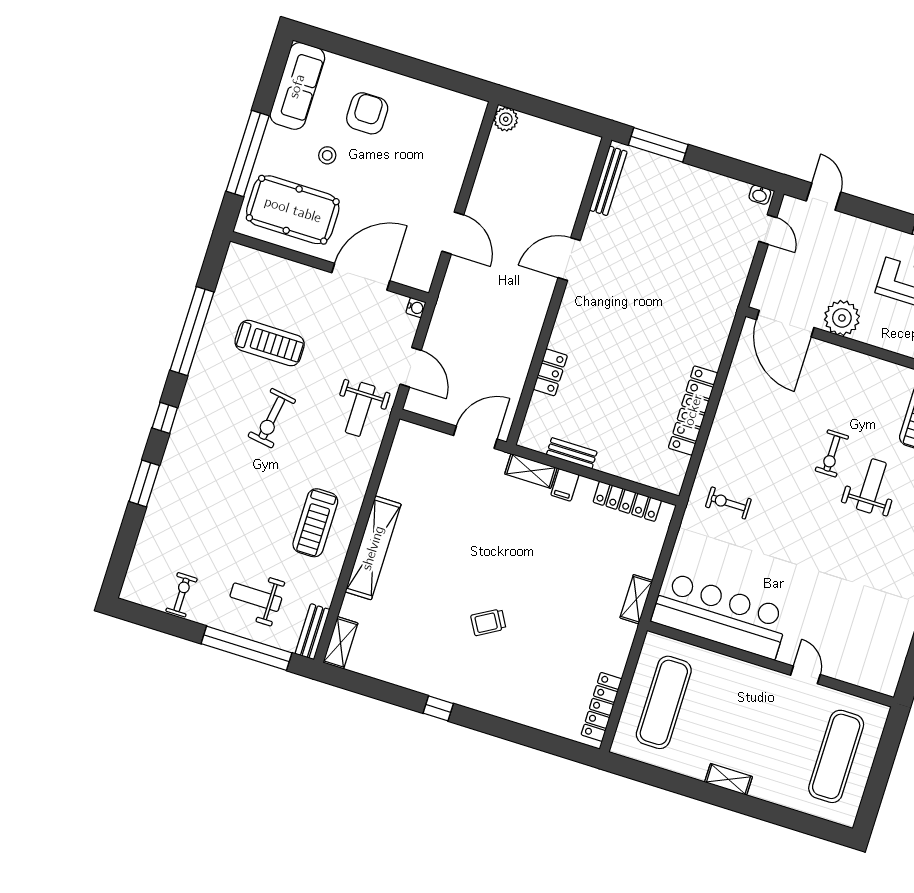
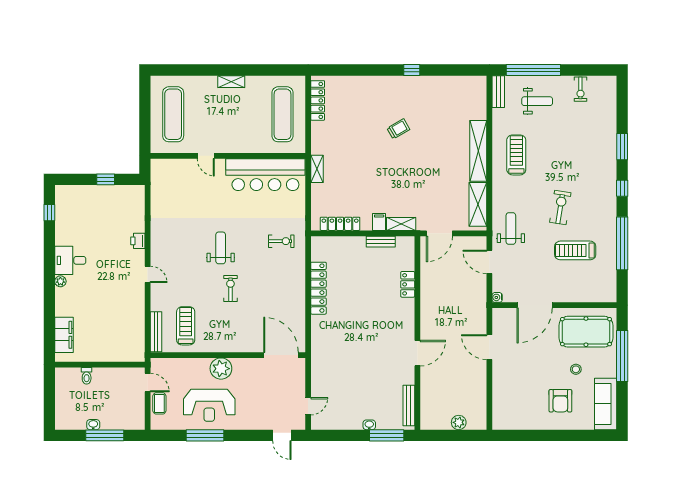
plant: (506, 119) -> (459, 422), moved
washbasin: (760, 195) -> (369, 425), moved
door: (768, 229) -> (308, 406), swing flipped
plant: (842, 318) -> (221, 369), moved
weight bench: (871, 486) -> (221, 248), moved, turned 180
shelving: (340, 643) -> (478, 204), moved, width x1.50, depth x1.33

